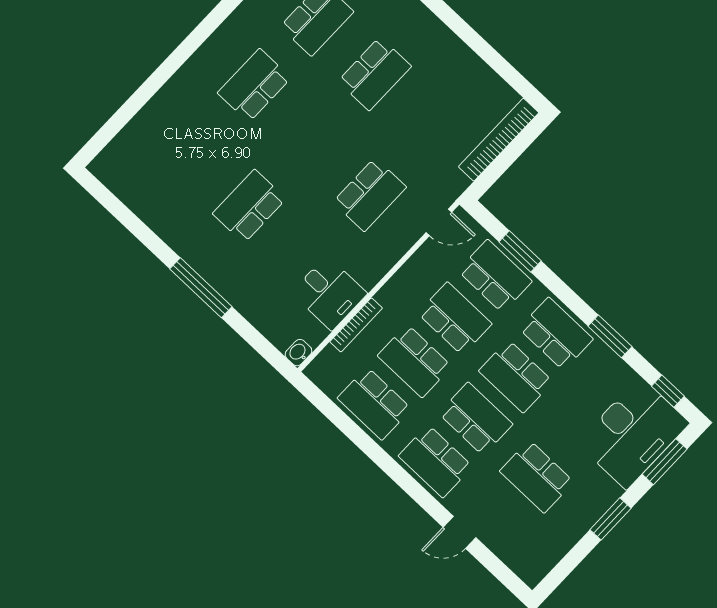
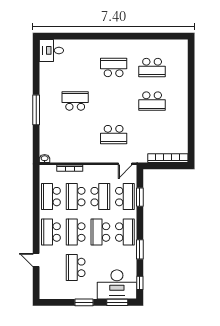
door: (439, 222) -> (125, 164), hinge flipped
desk: (329, 293) -> (51, 50), moved, turned 90
school desk: (476, 419) -> (76, 232), turned 180

